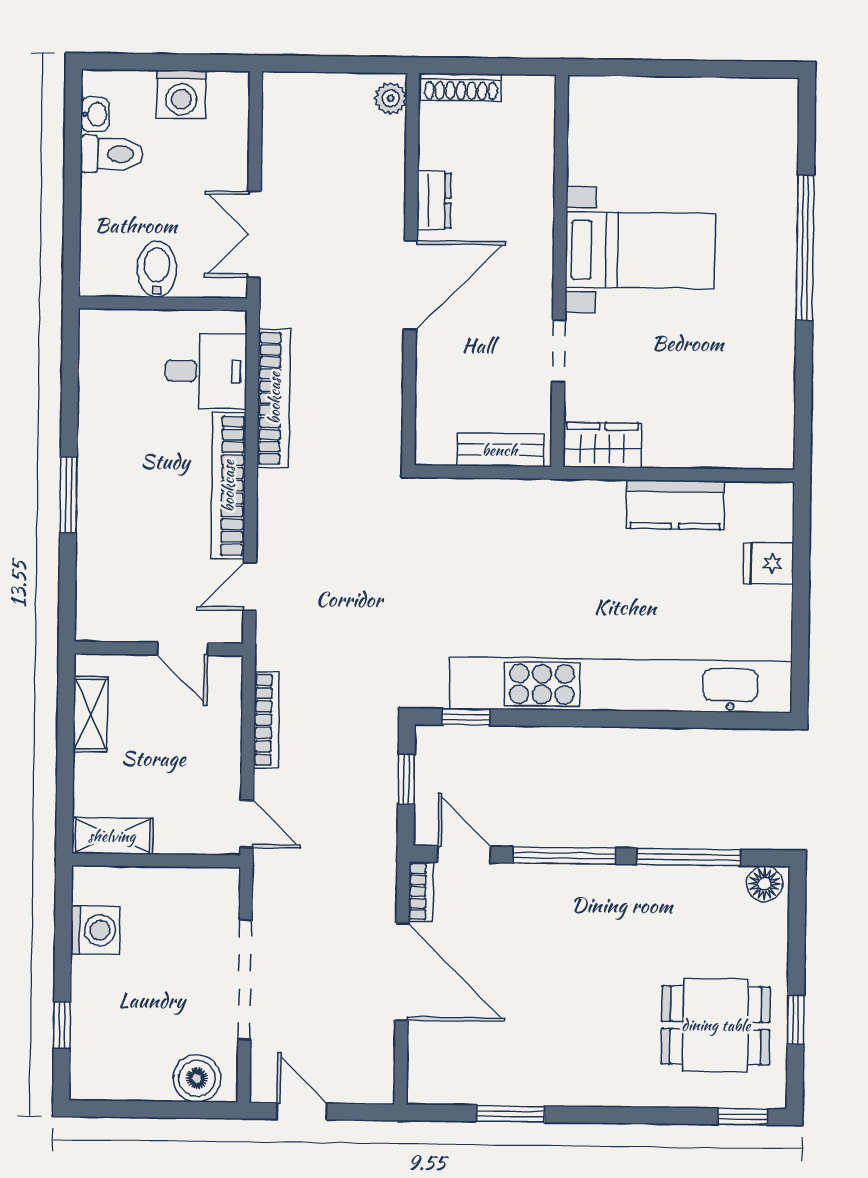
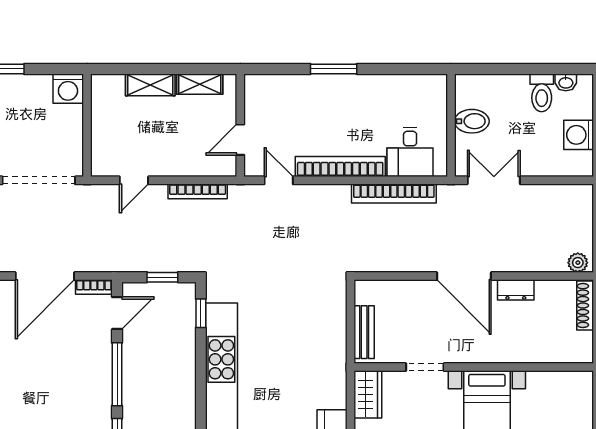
shelving: (112, 836) -> (150, 85), moved, turned 90
wall: (156, 860) -> (87, 125), moved

